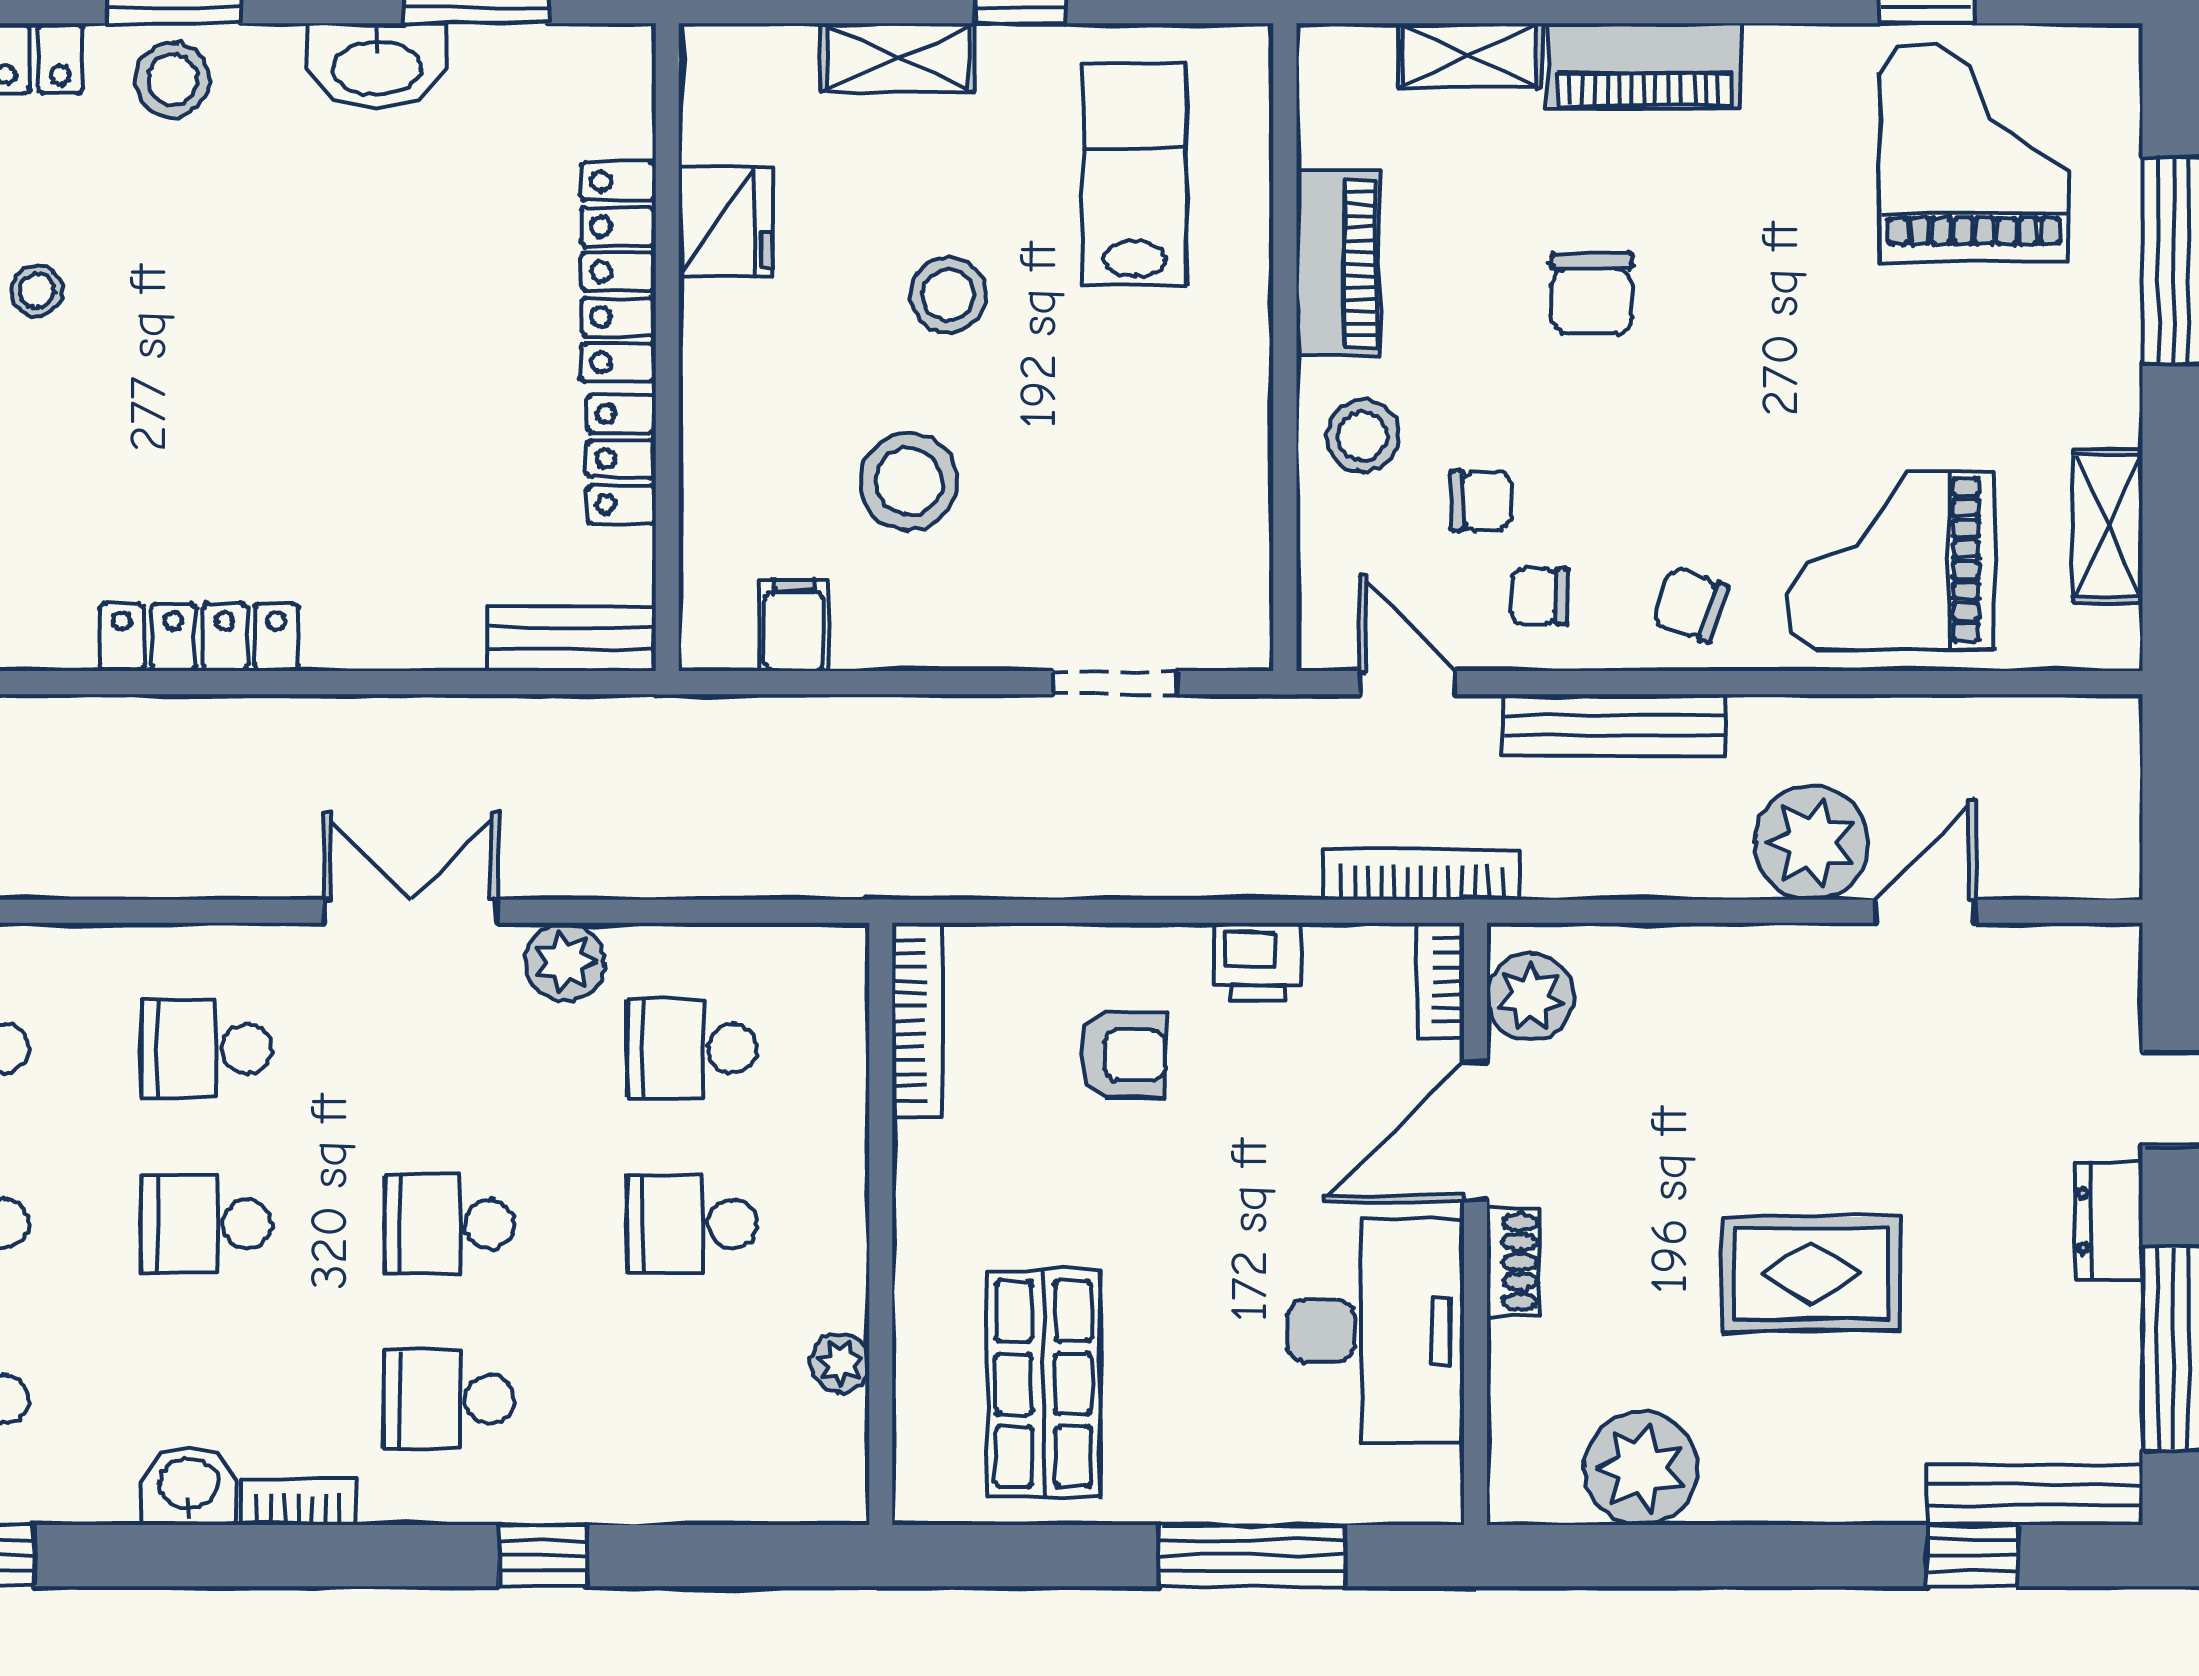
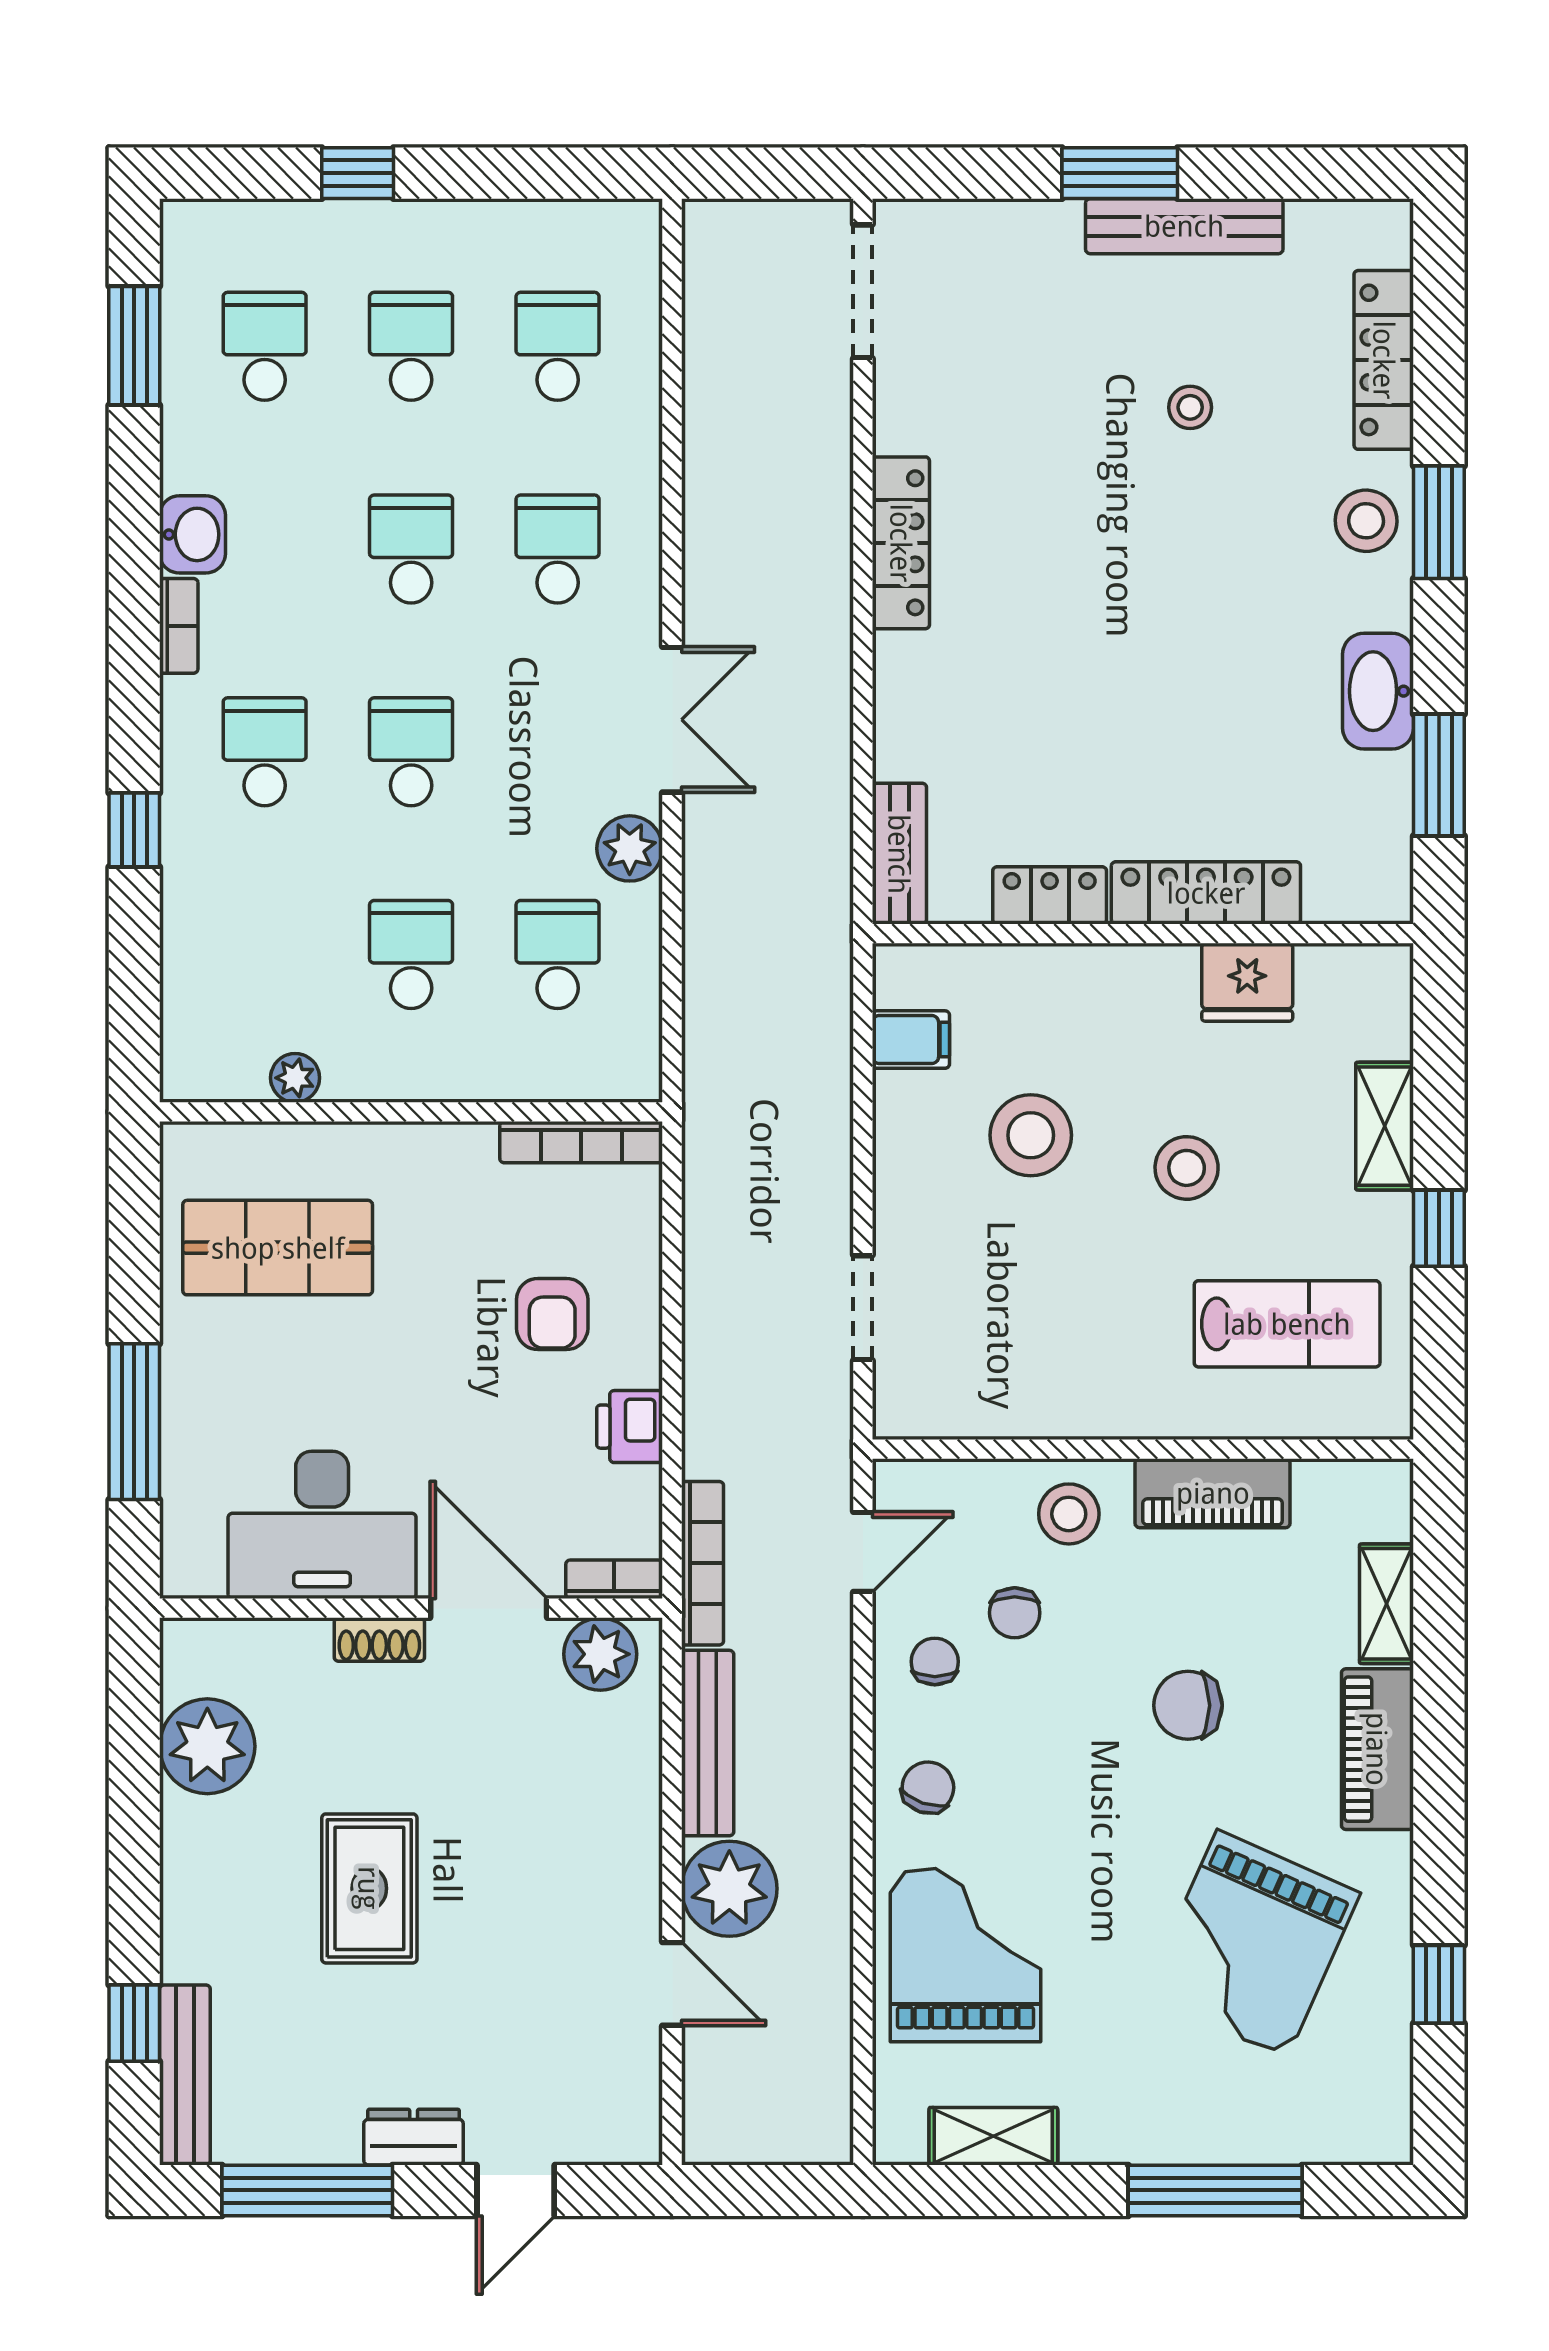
grand piano: (1974, 153) -> (1252, 1944), moved, turned 114
bench: (1614, 725) -> (708, 1743), moved

